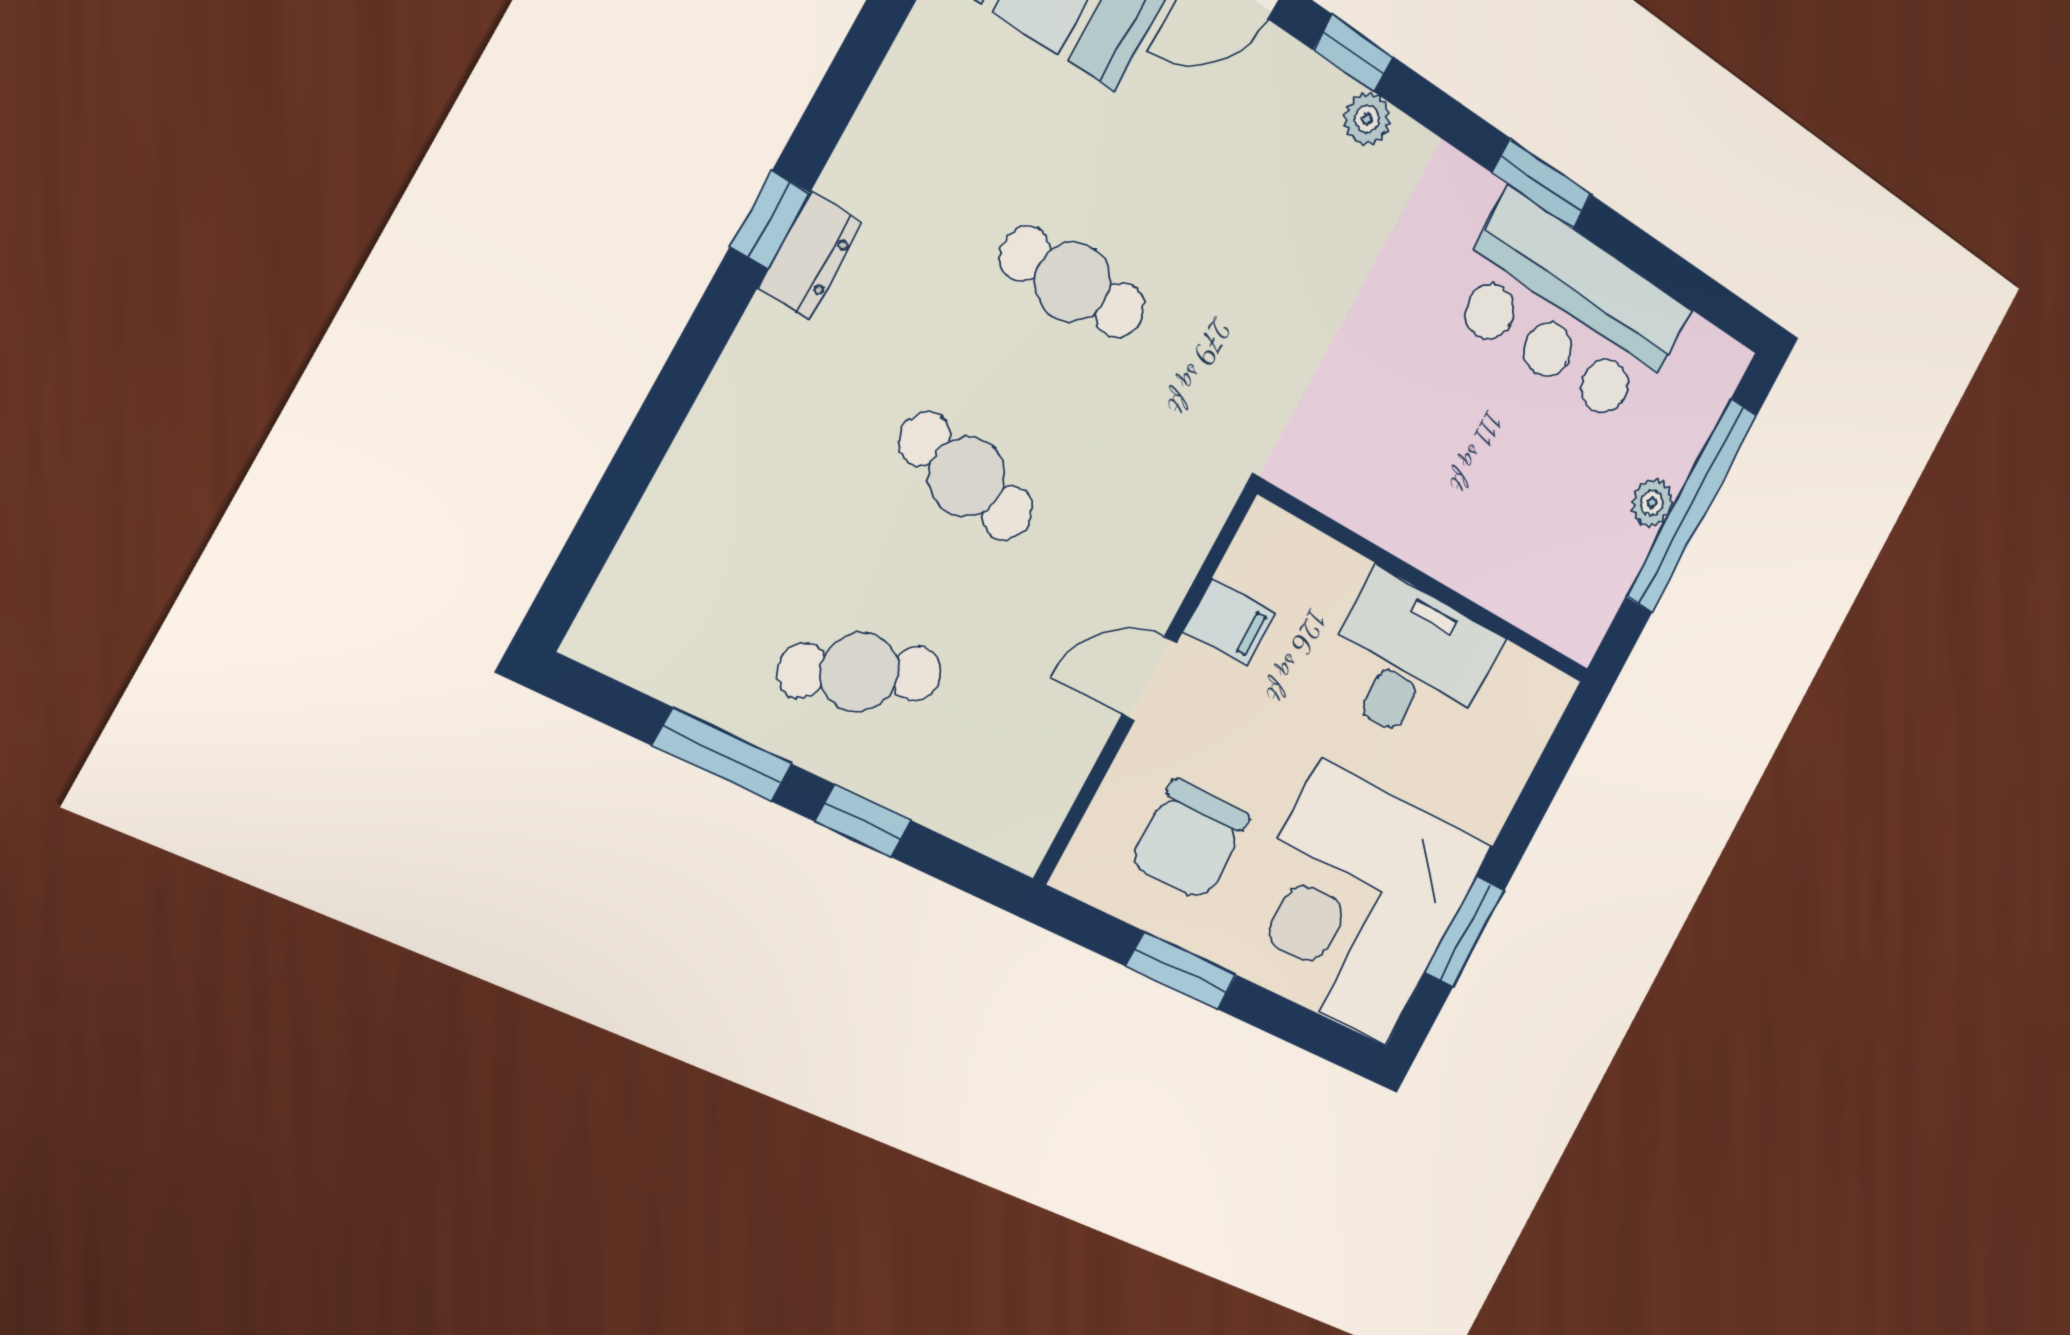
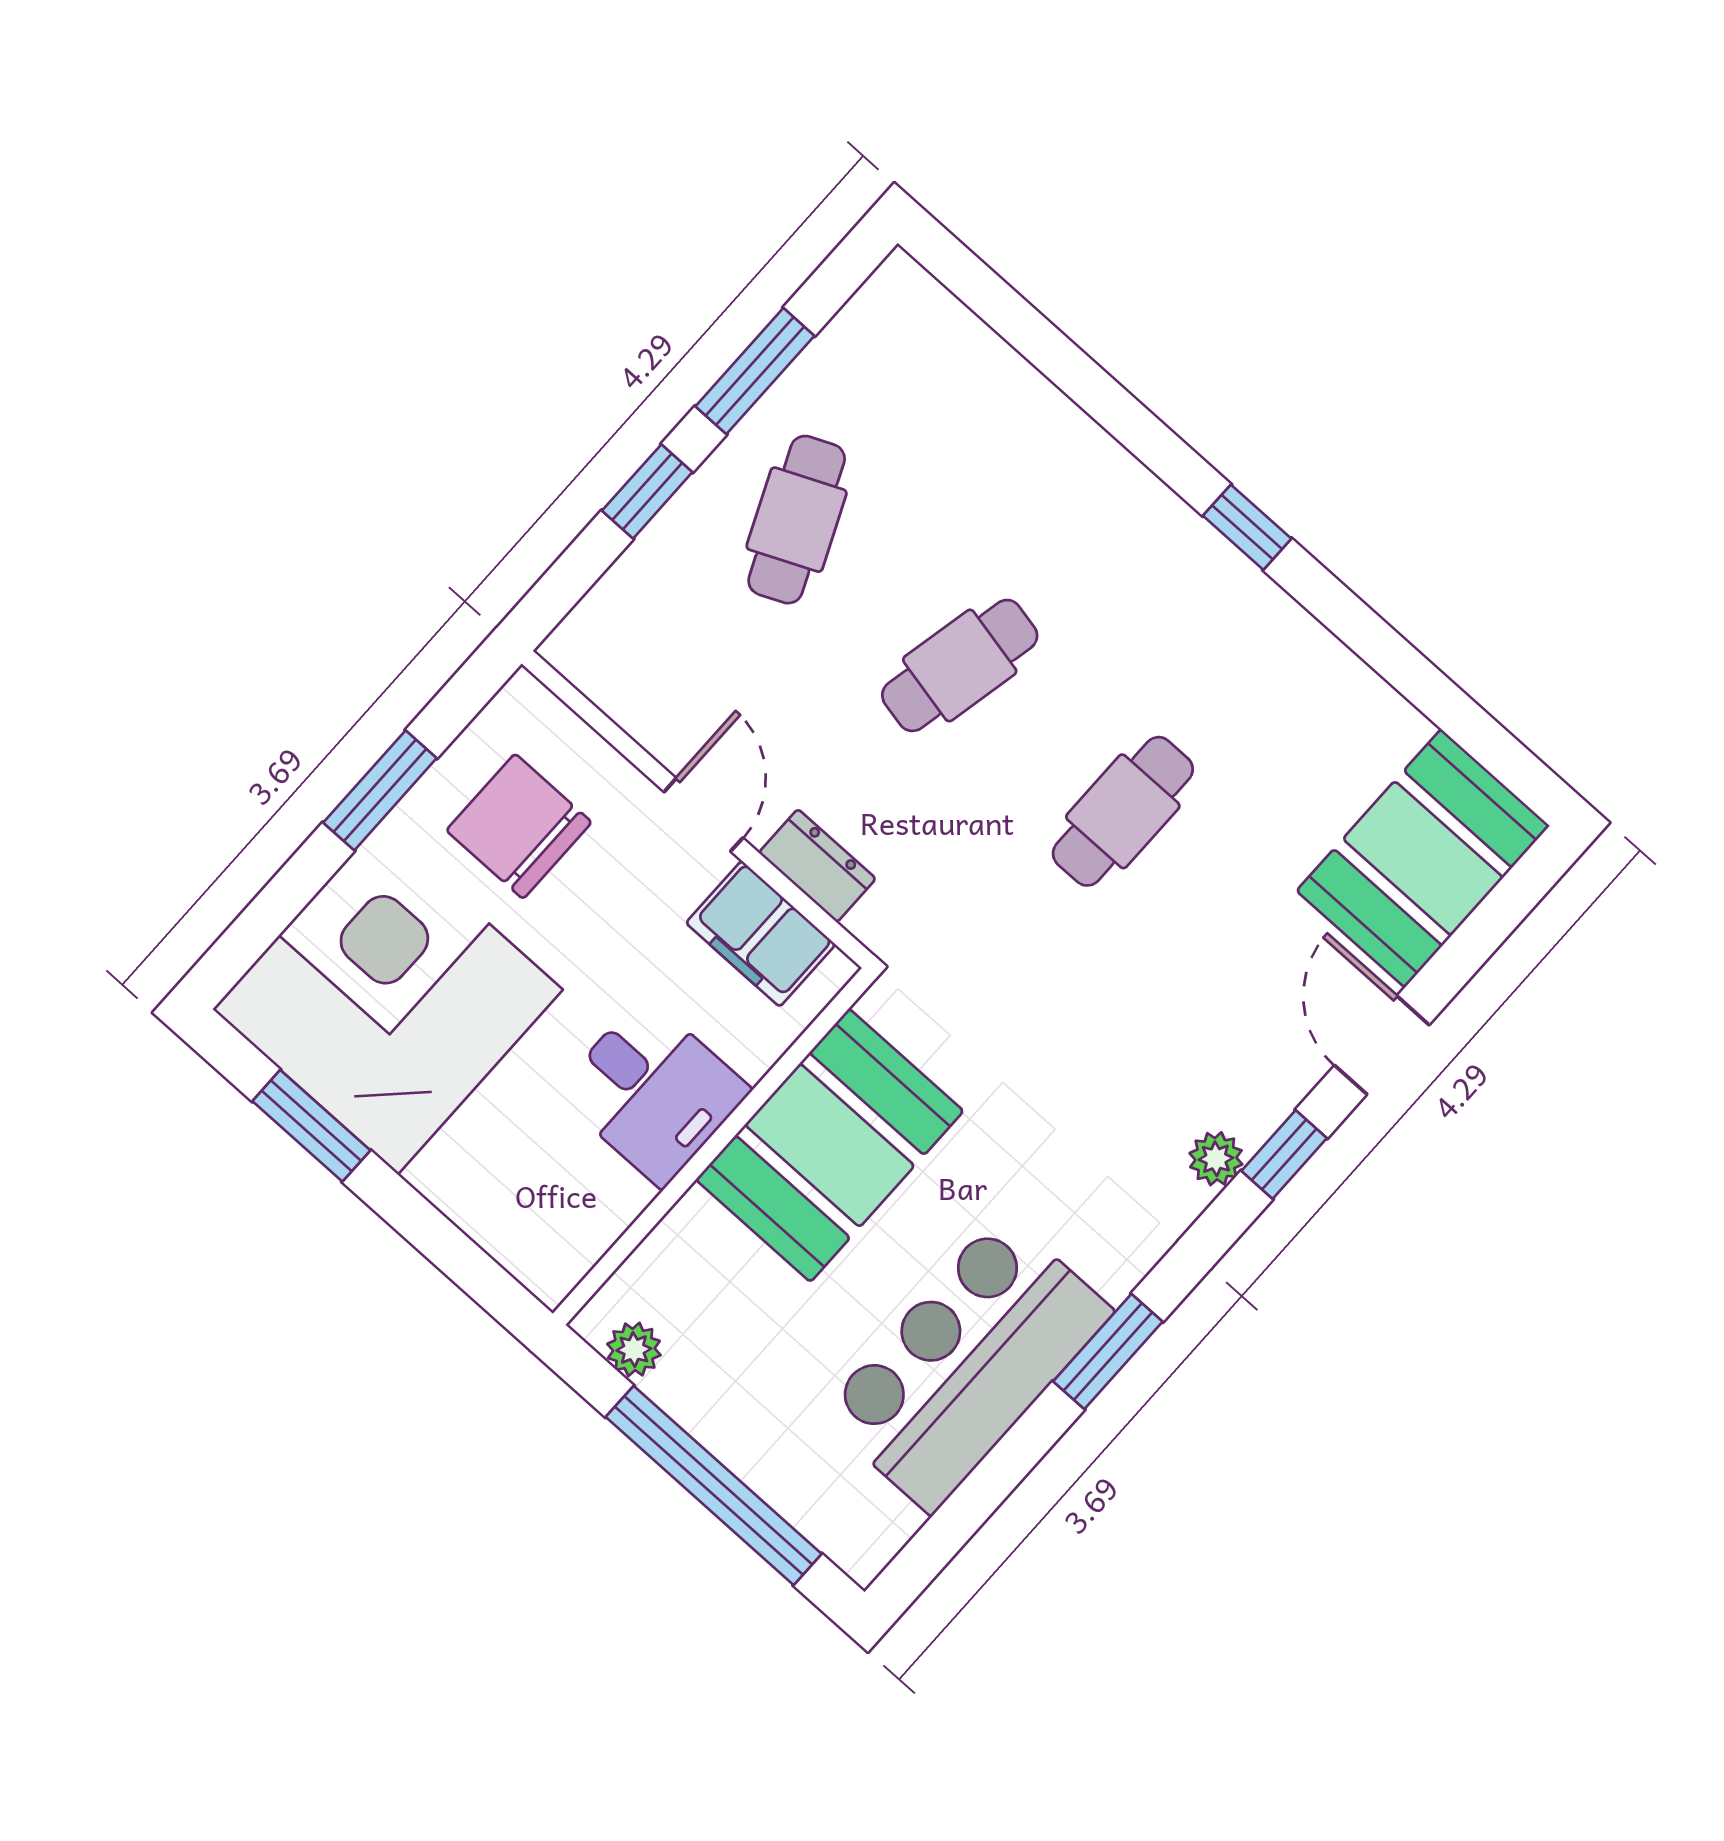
dresser: (810, 256) -> (817, 866), moved, turned 180
booth: (1411, 482) -> (830, 1145), added
plant: (1652, 503) -> (634, 1349), moved
filing cabinet: (1229, 622) -> (761, 934), width x2.00
desk: (1409, 662) -> (653, 1091), width x0.73

